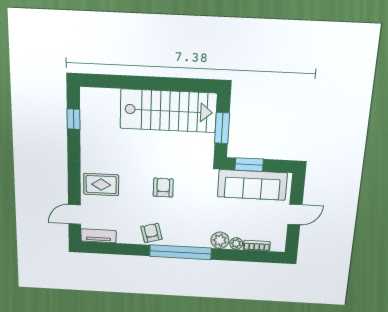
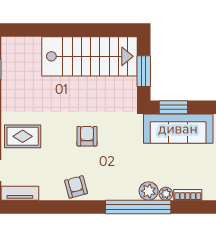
window: (180, 252) -> (138, 207), moved

